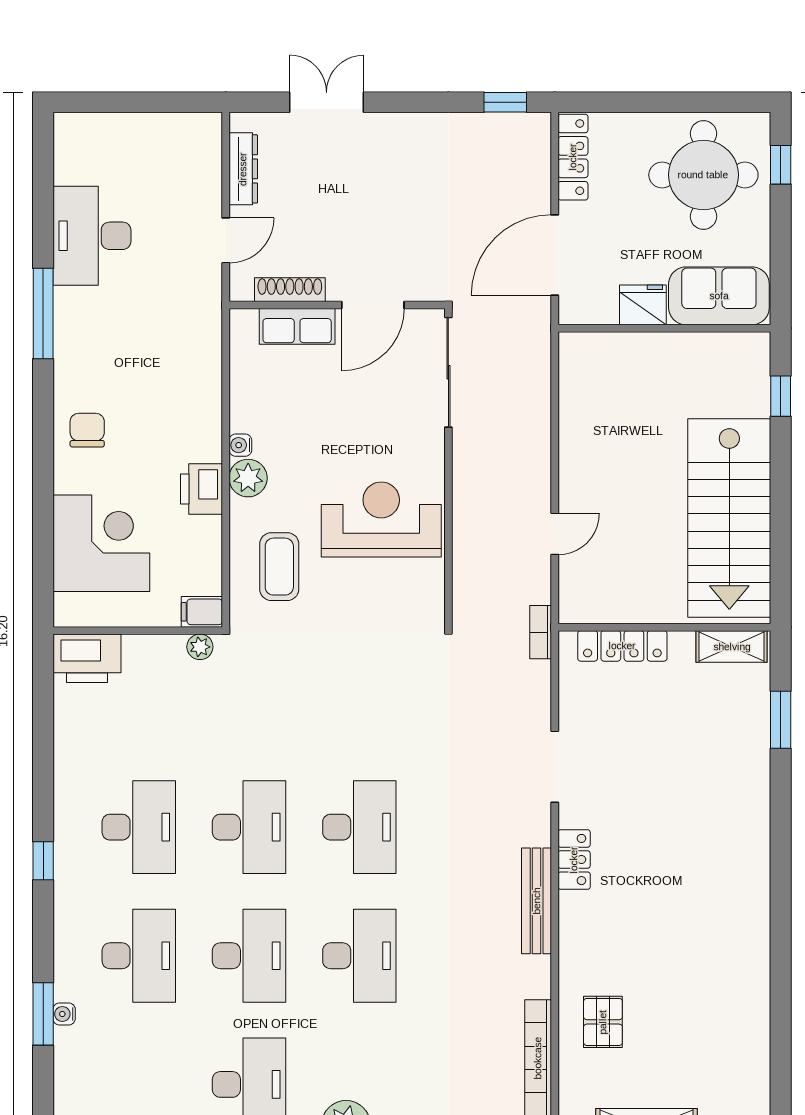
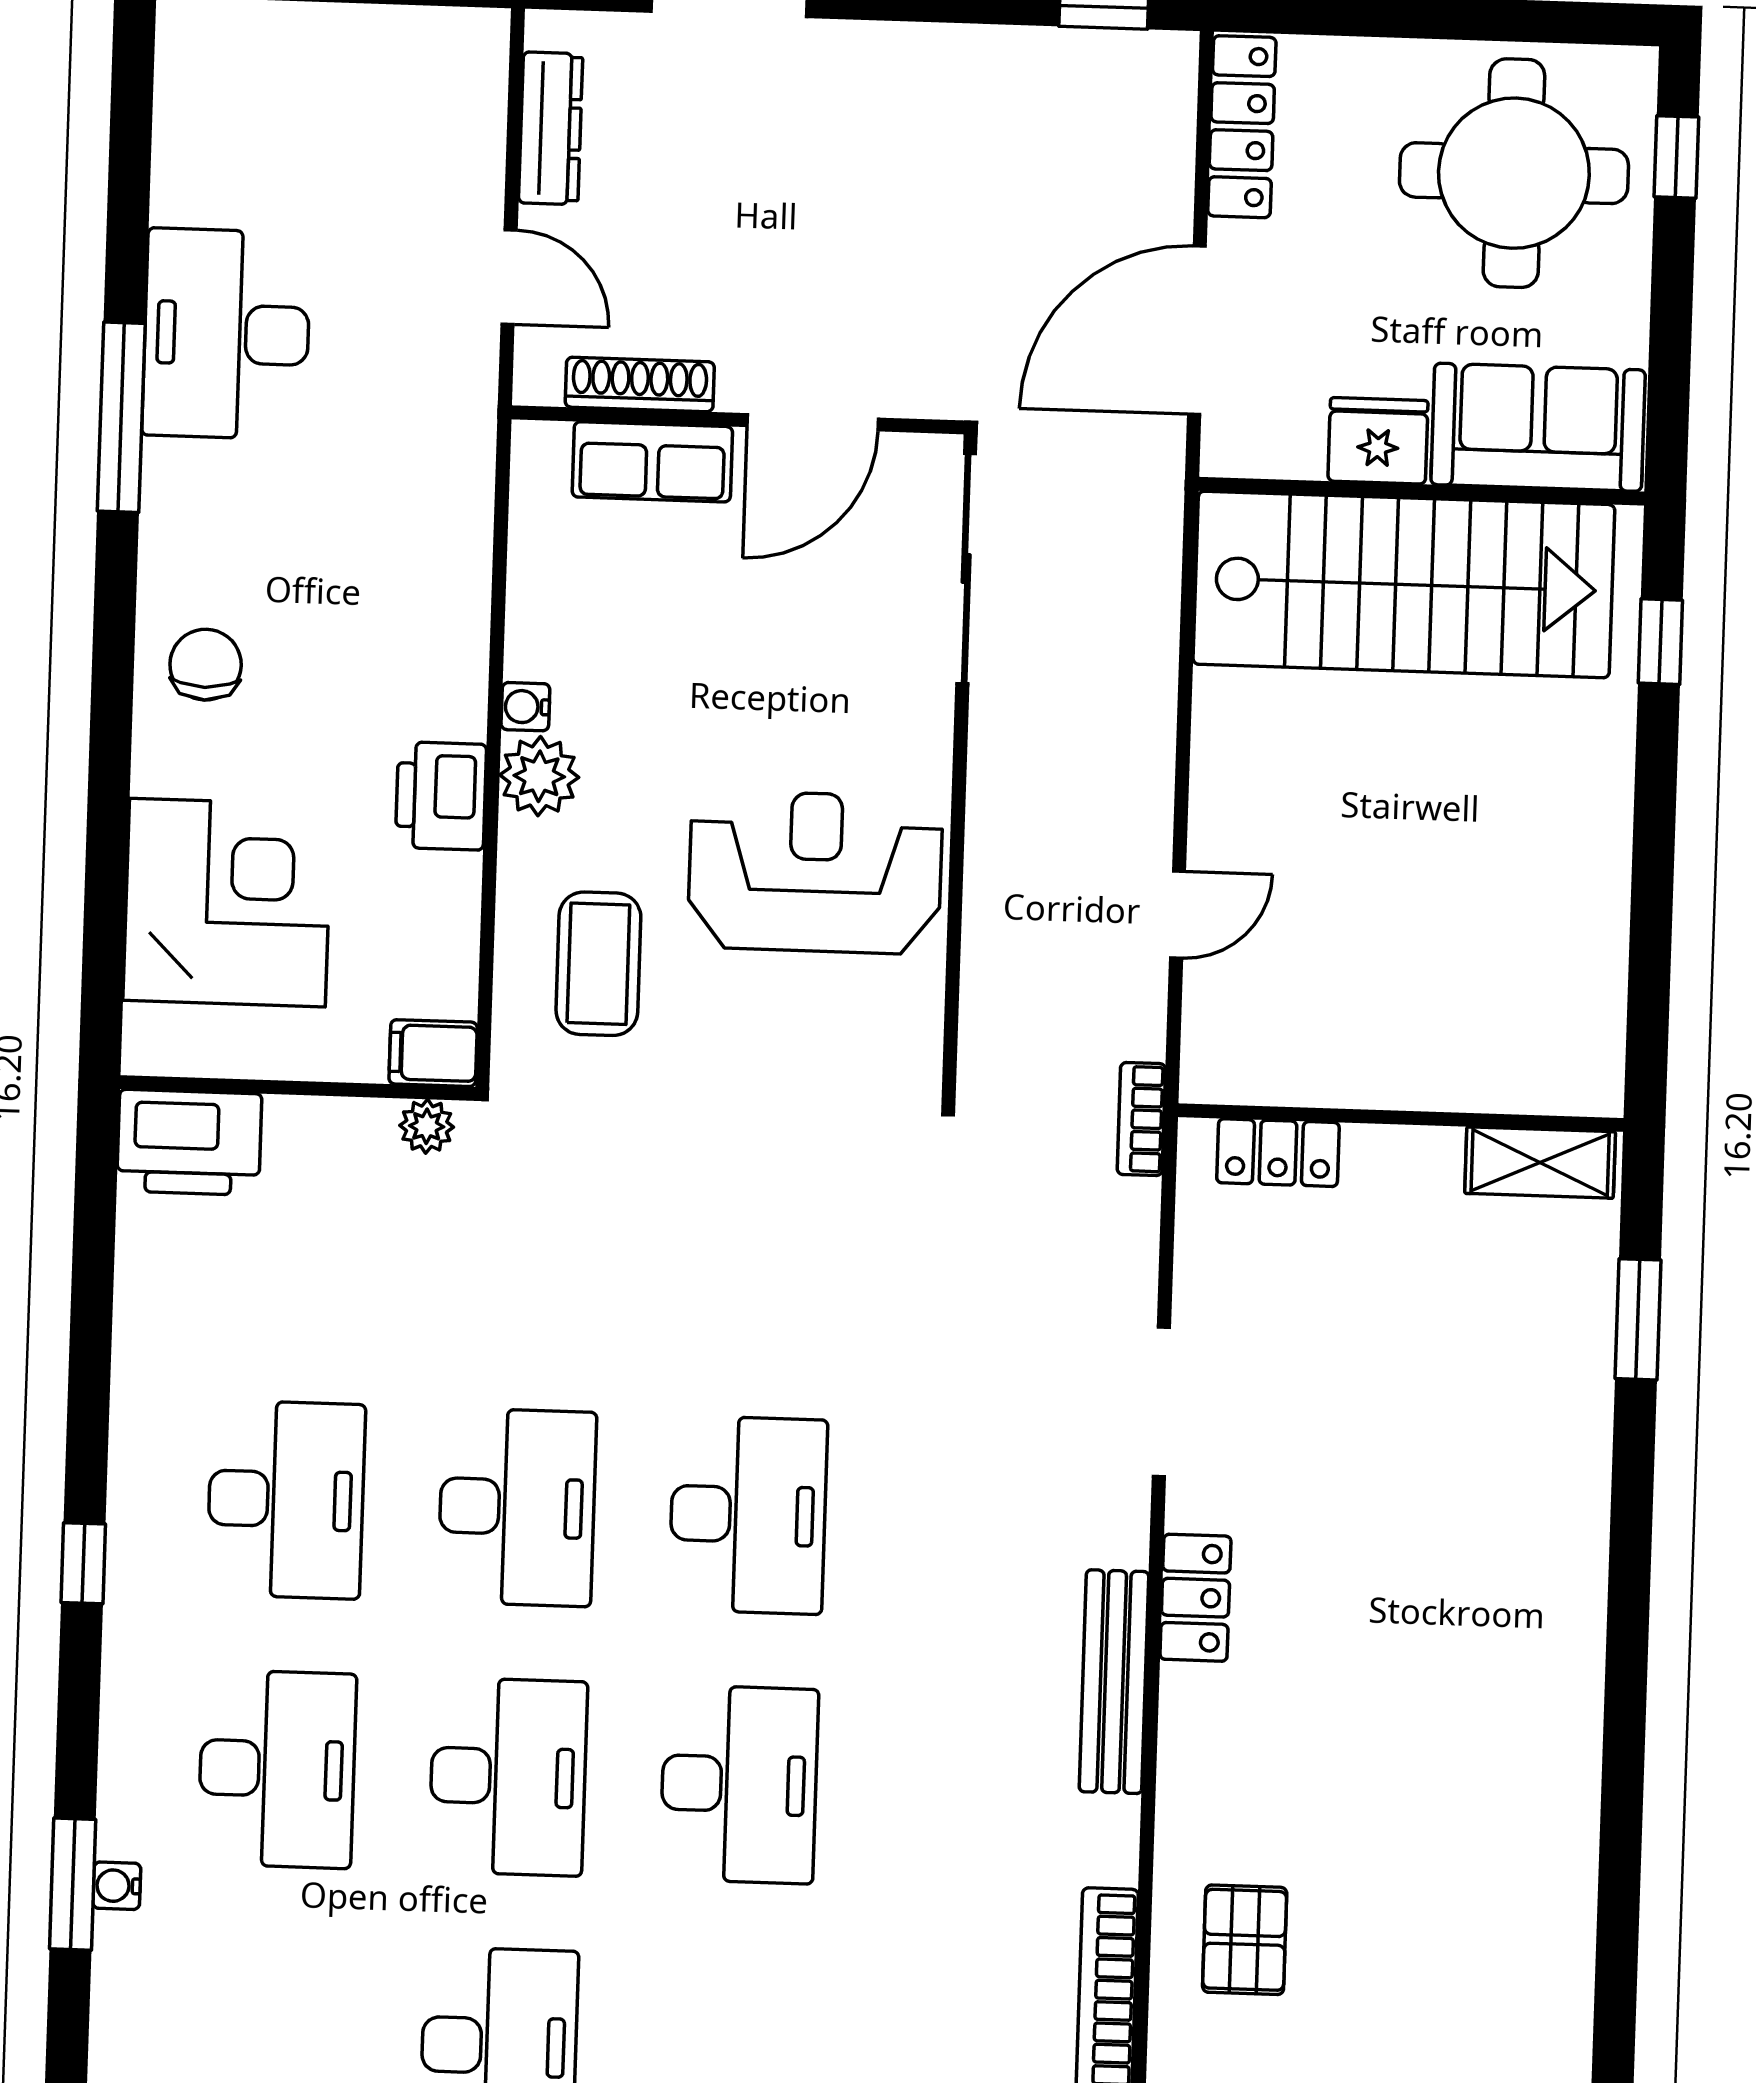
desk: (92, 236) -> (227, 334), moved
door: (226, 240) -> (509, 277), hinge flipped
stairs: (729, 518) -> (1404, 584), moved, turned -90
locker: (622, 646) -> (1278, 1153), width x0.66

